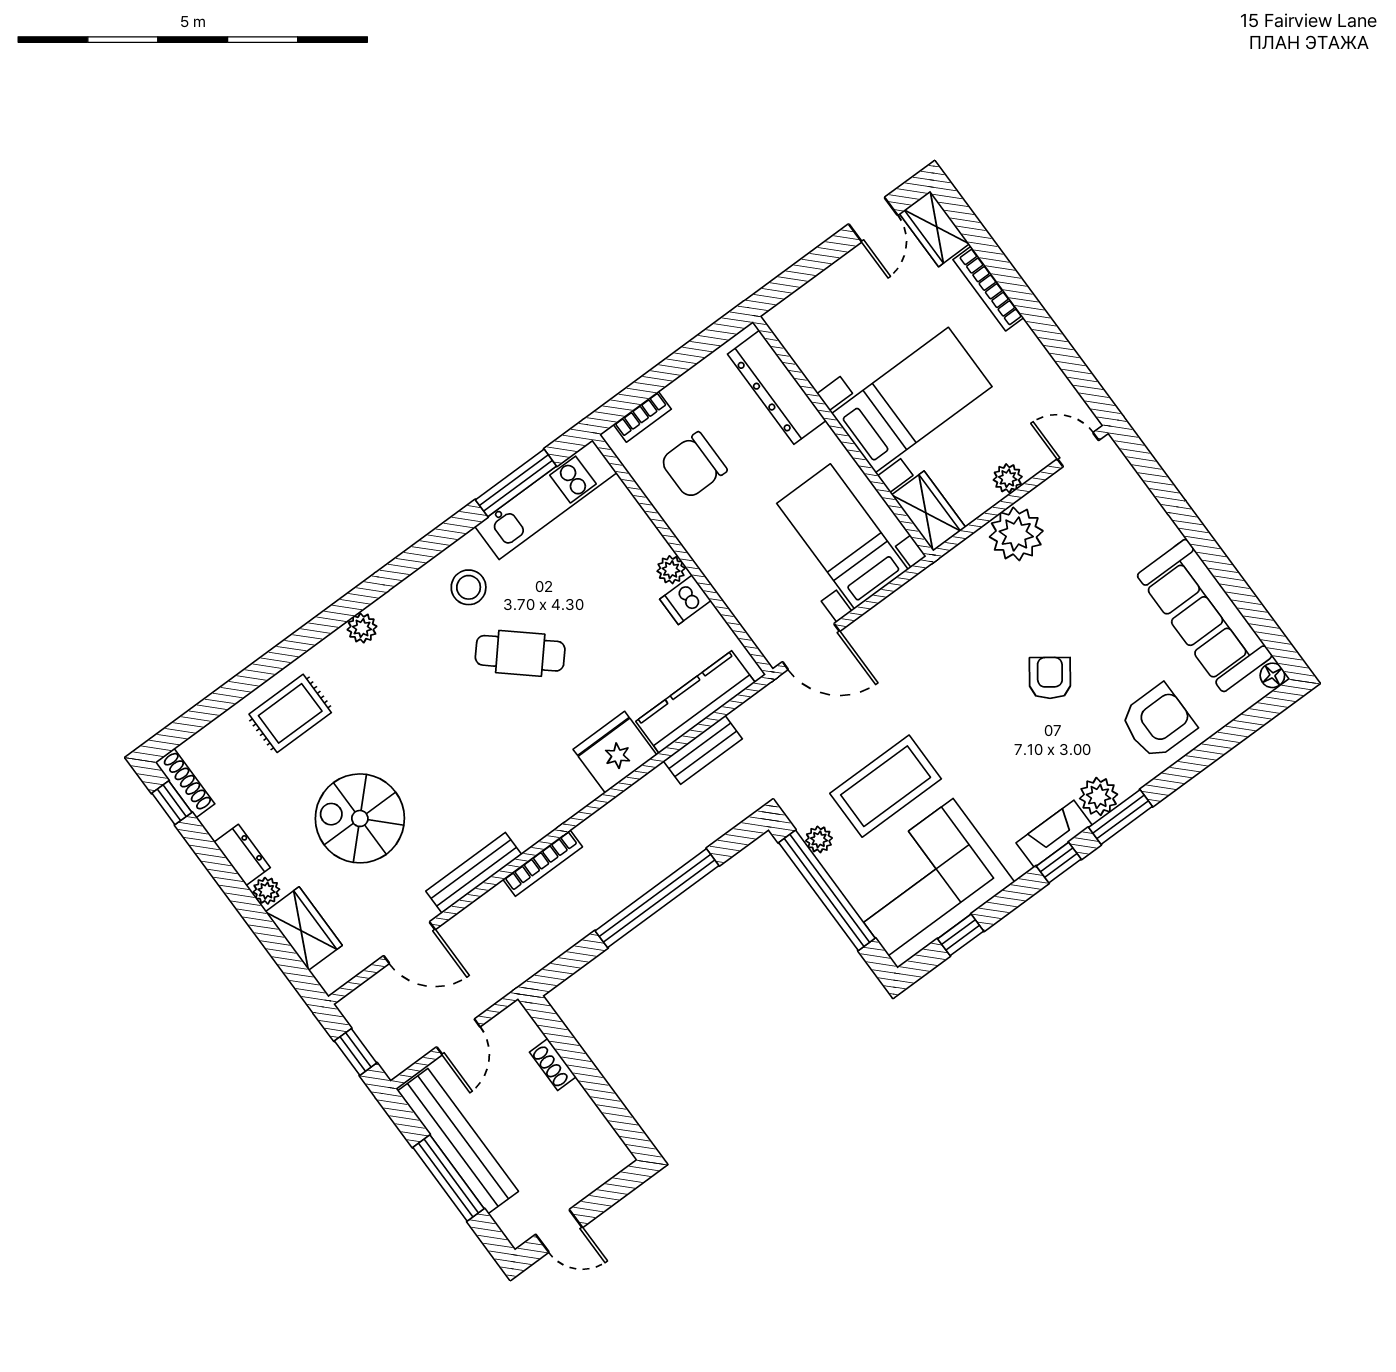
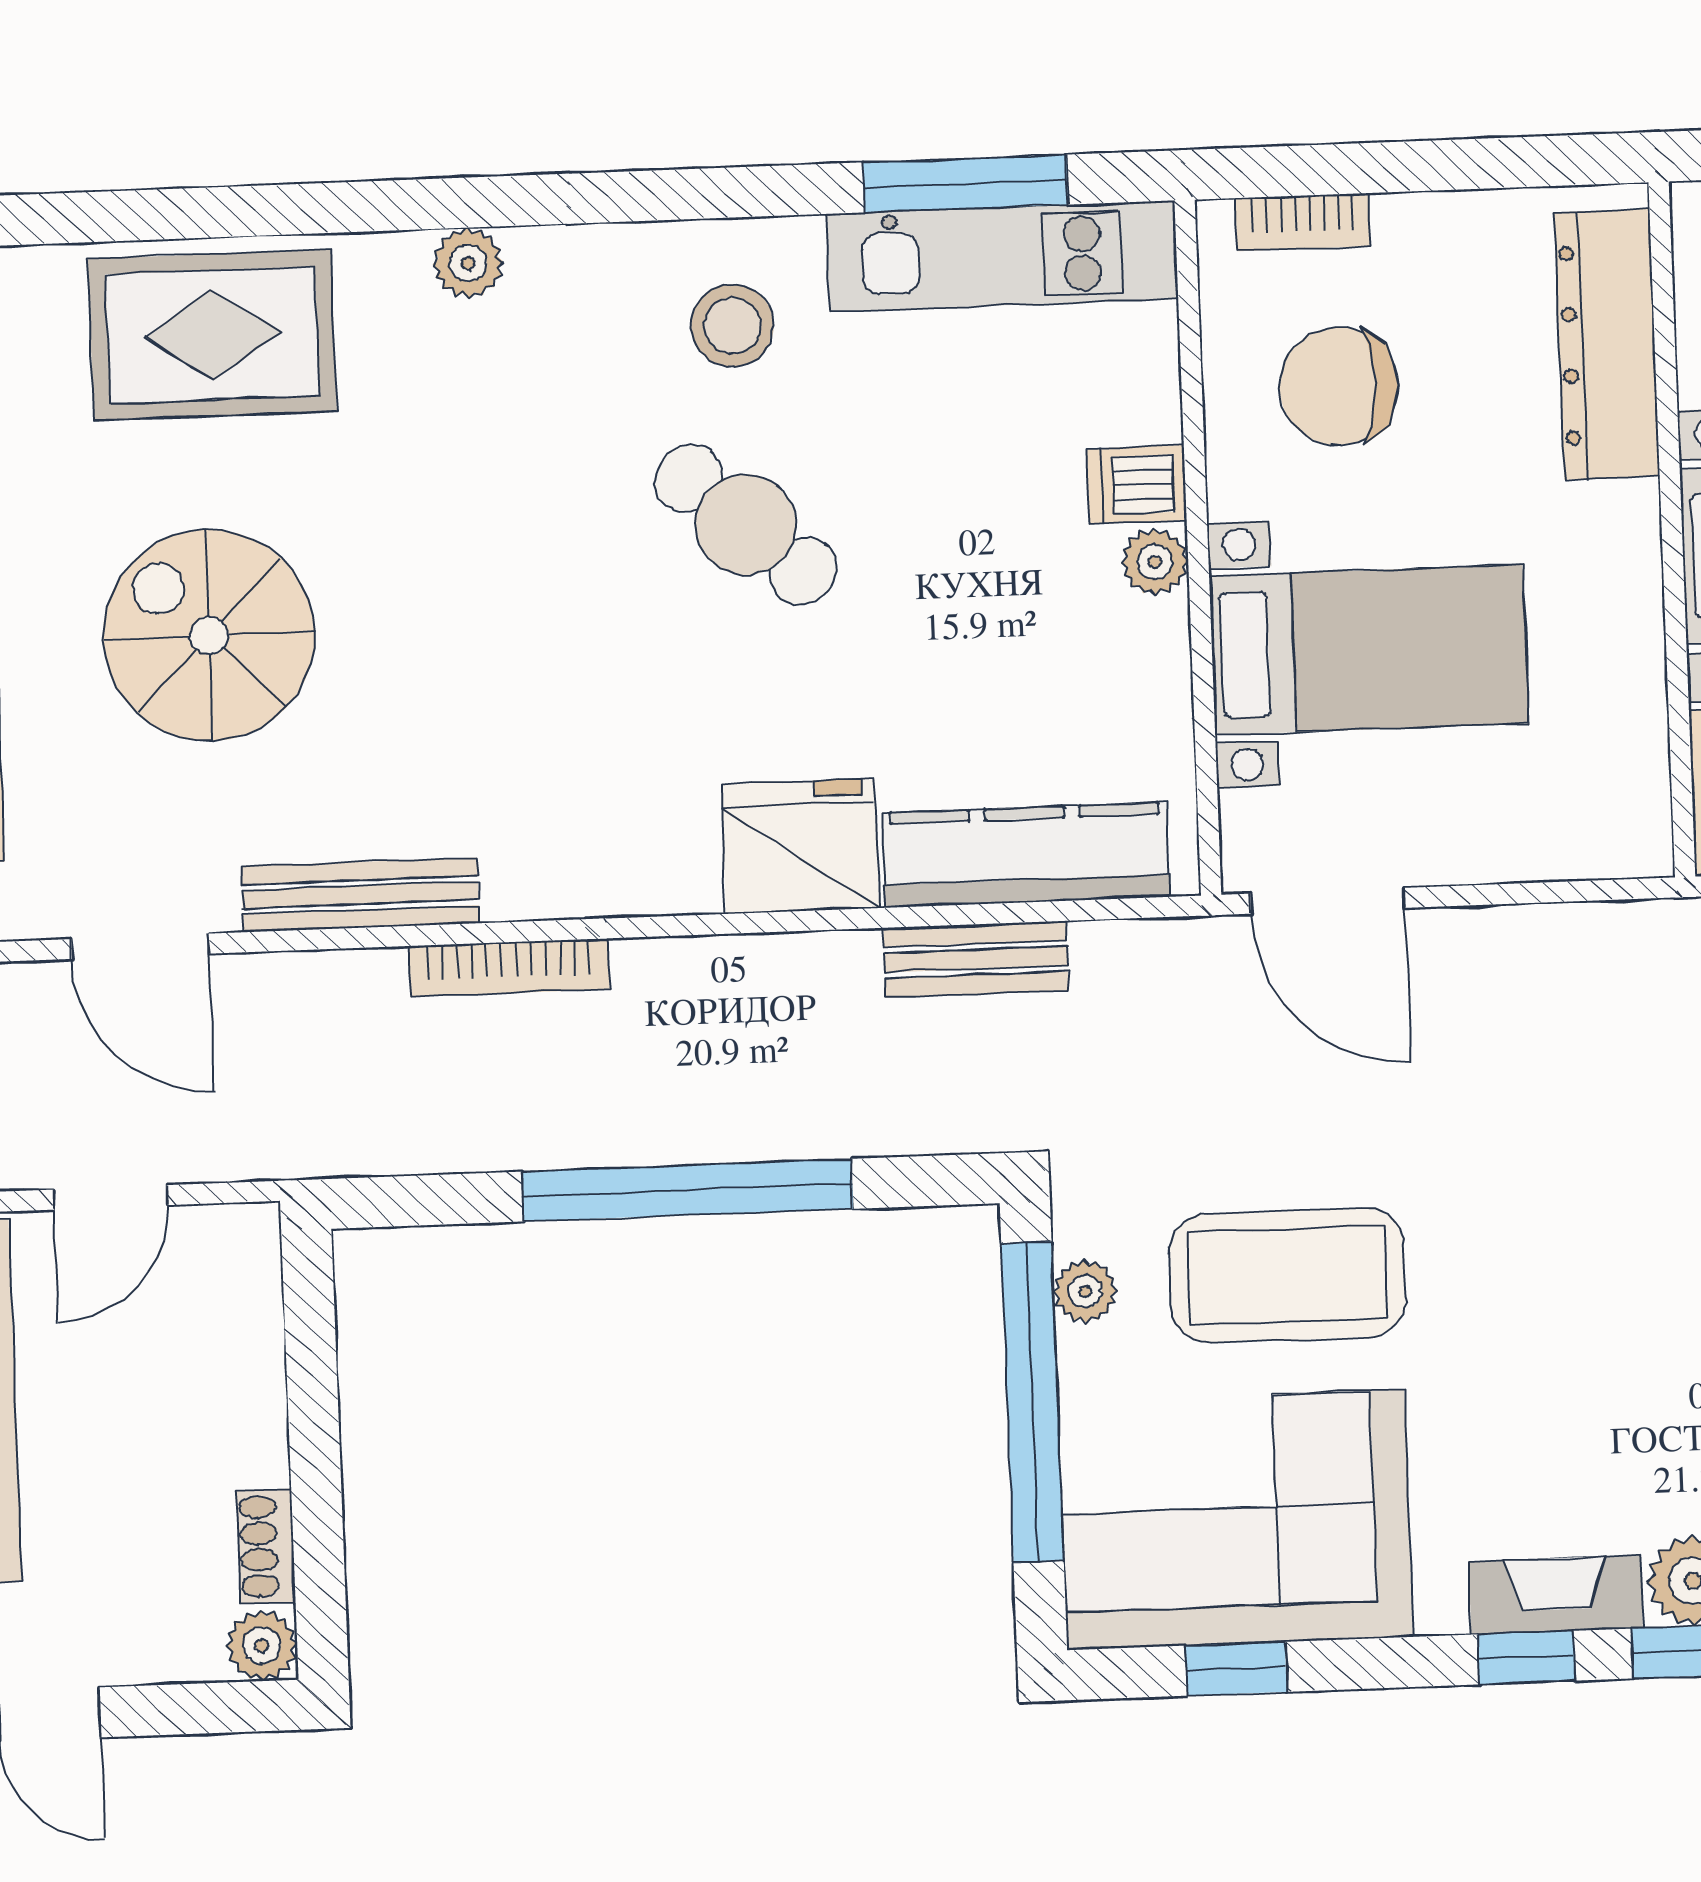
bed with nightstands: (842, 536) -> (1369, 650), moved, turned 90
dishwasher: (685, 600) -> (1137, 485), moved
rug: (290, 713) -> (212, 335), width x1.36, depth x1.43
shoe rack: (553, 1065) -> (266, 1546), moved
plant: (617, 1157) -> (262, 1646), added

